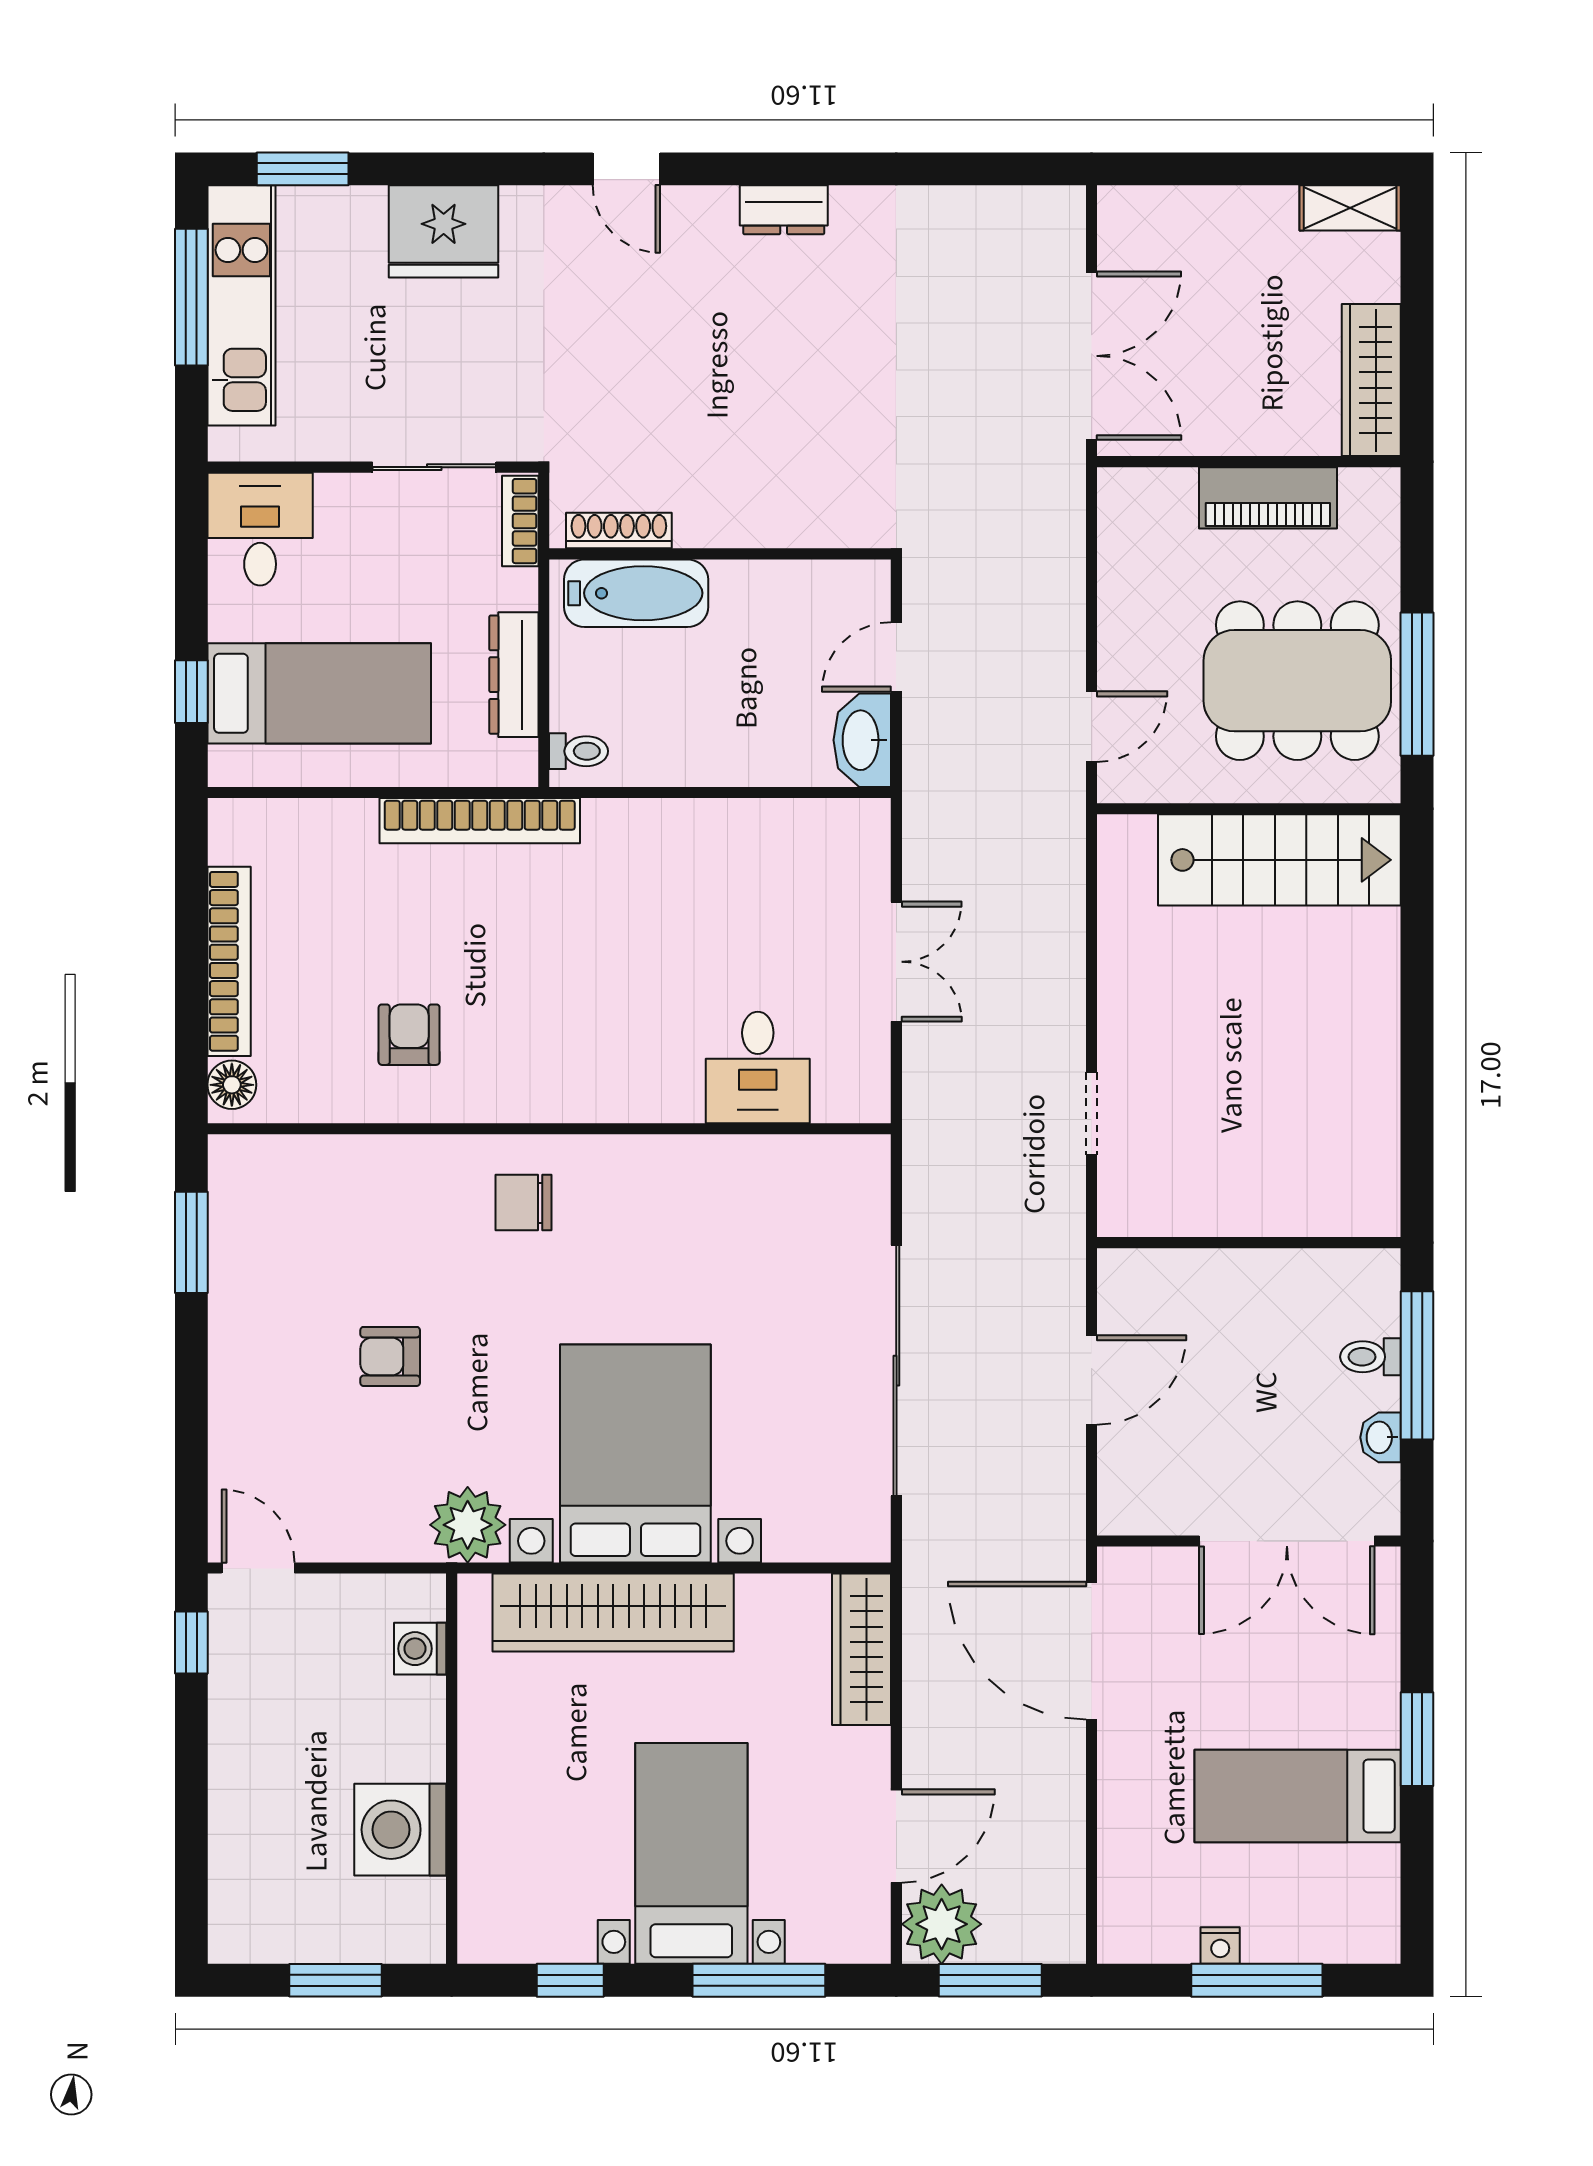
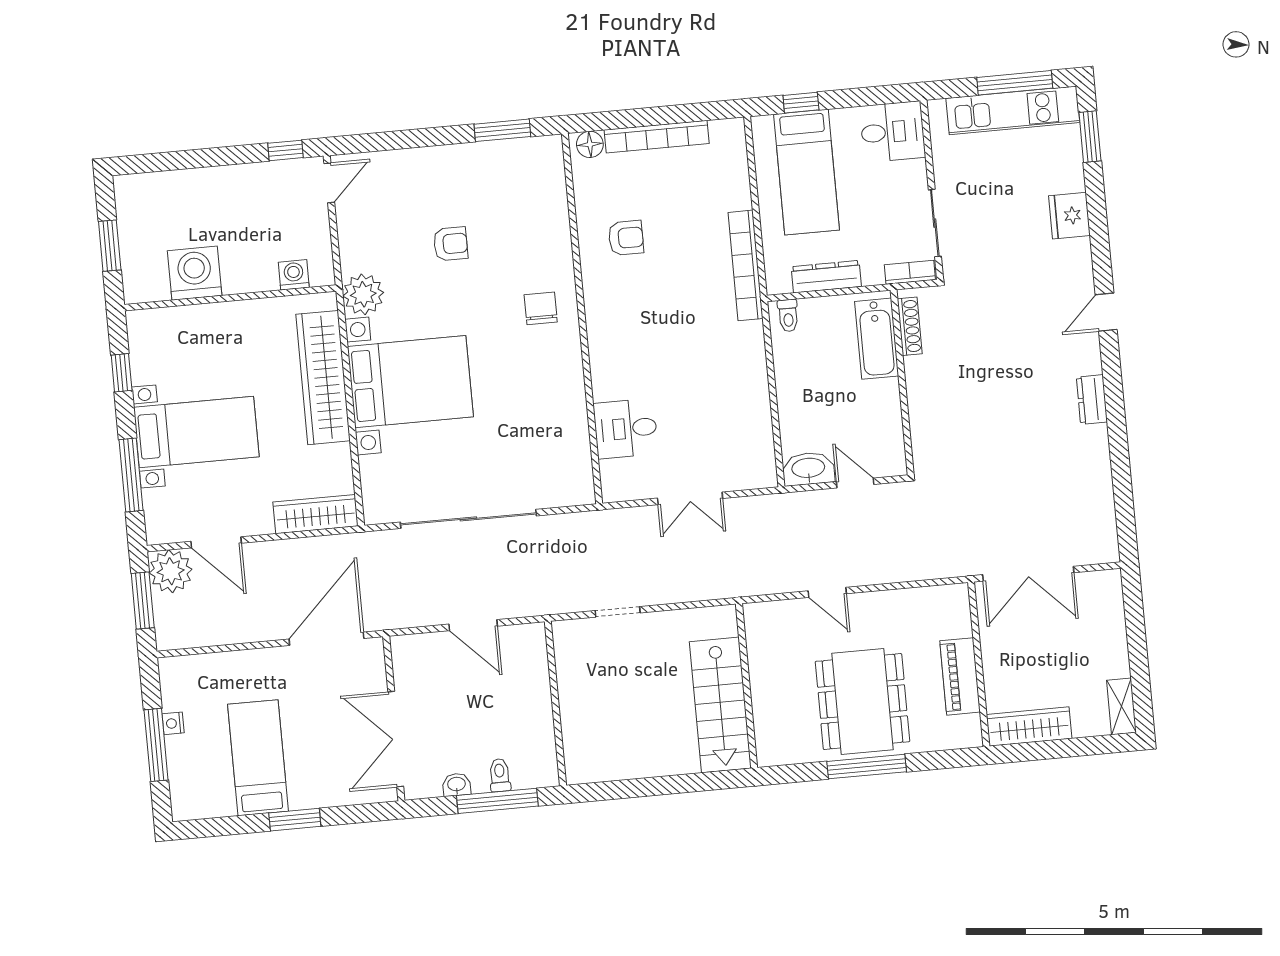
fridge: (444, 231) -> (1069, 216), width x0.73, depth x0.75
wall: (1249, 809) -> (747, 686), moved
stairs: (1279, 860) -> (720, 705), moved
armchair: (390, 1356) -> (451, 244), turned 90

